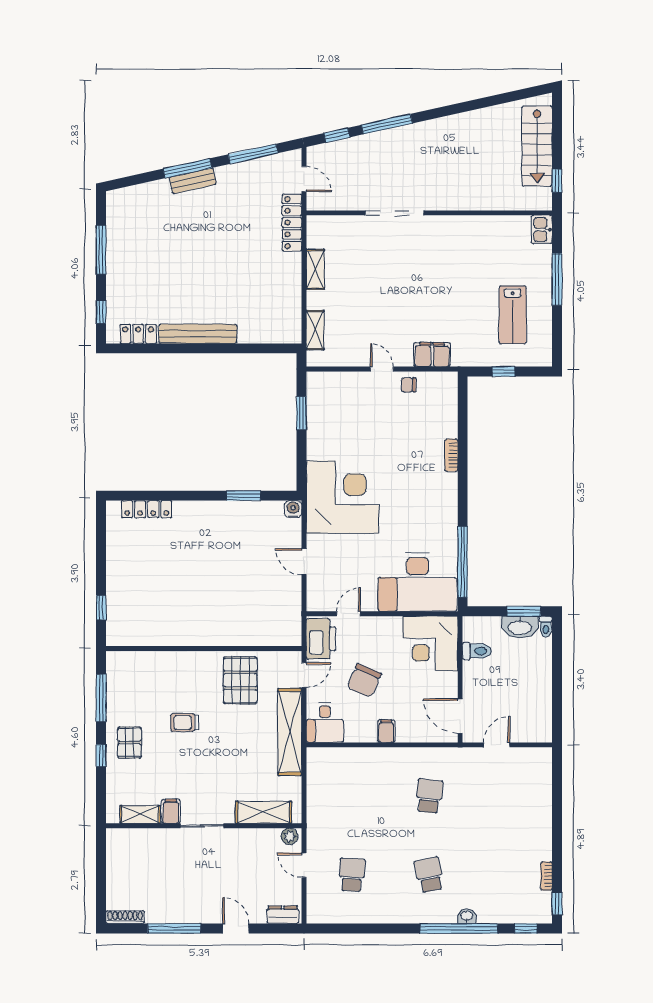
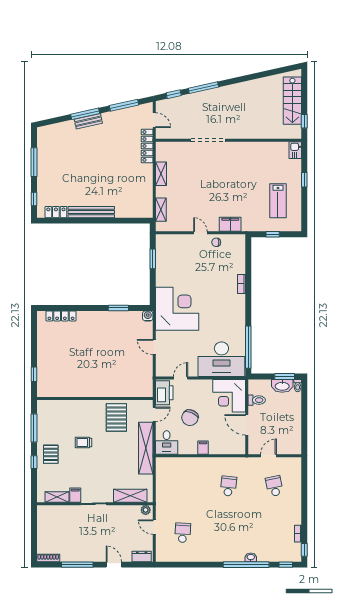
window: (557, 279) -> (304, 180), width x0.46
door: (460, 716) -> (247, 425), moved
school desk: (429, 875) -> (274, 486), moved

